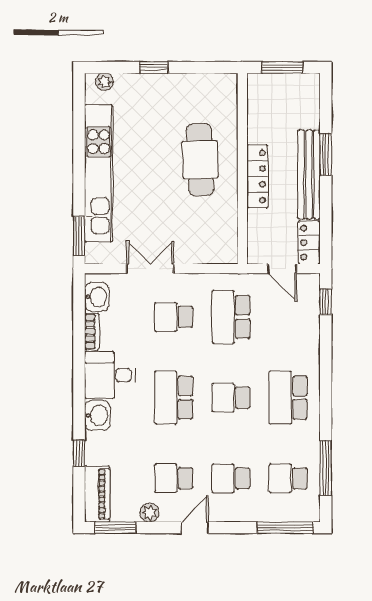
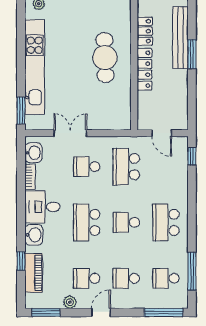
bench: (309, 174) -> (180, 38), moved
locker: (309, 243) -> (145, 31), moved, turned 180
piano: (97, 494) -> (34, 273), moved

